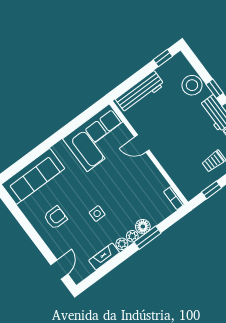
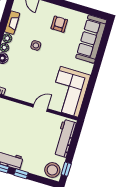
stool: (192, 85) -> (52, 170), moved
armchair: (55, 218) -> (59, 24), turned 180

